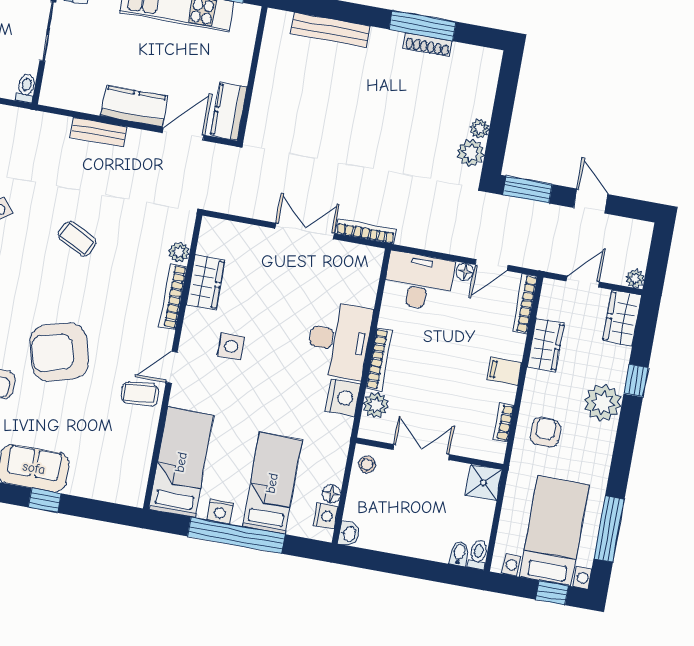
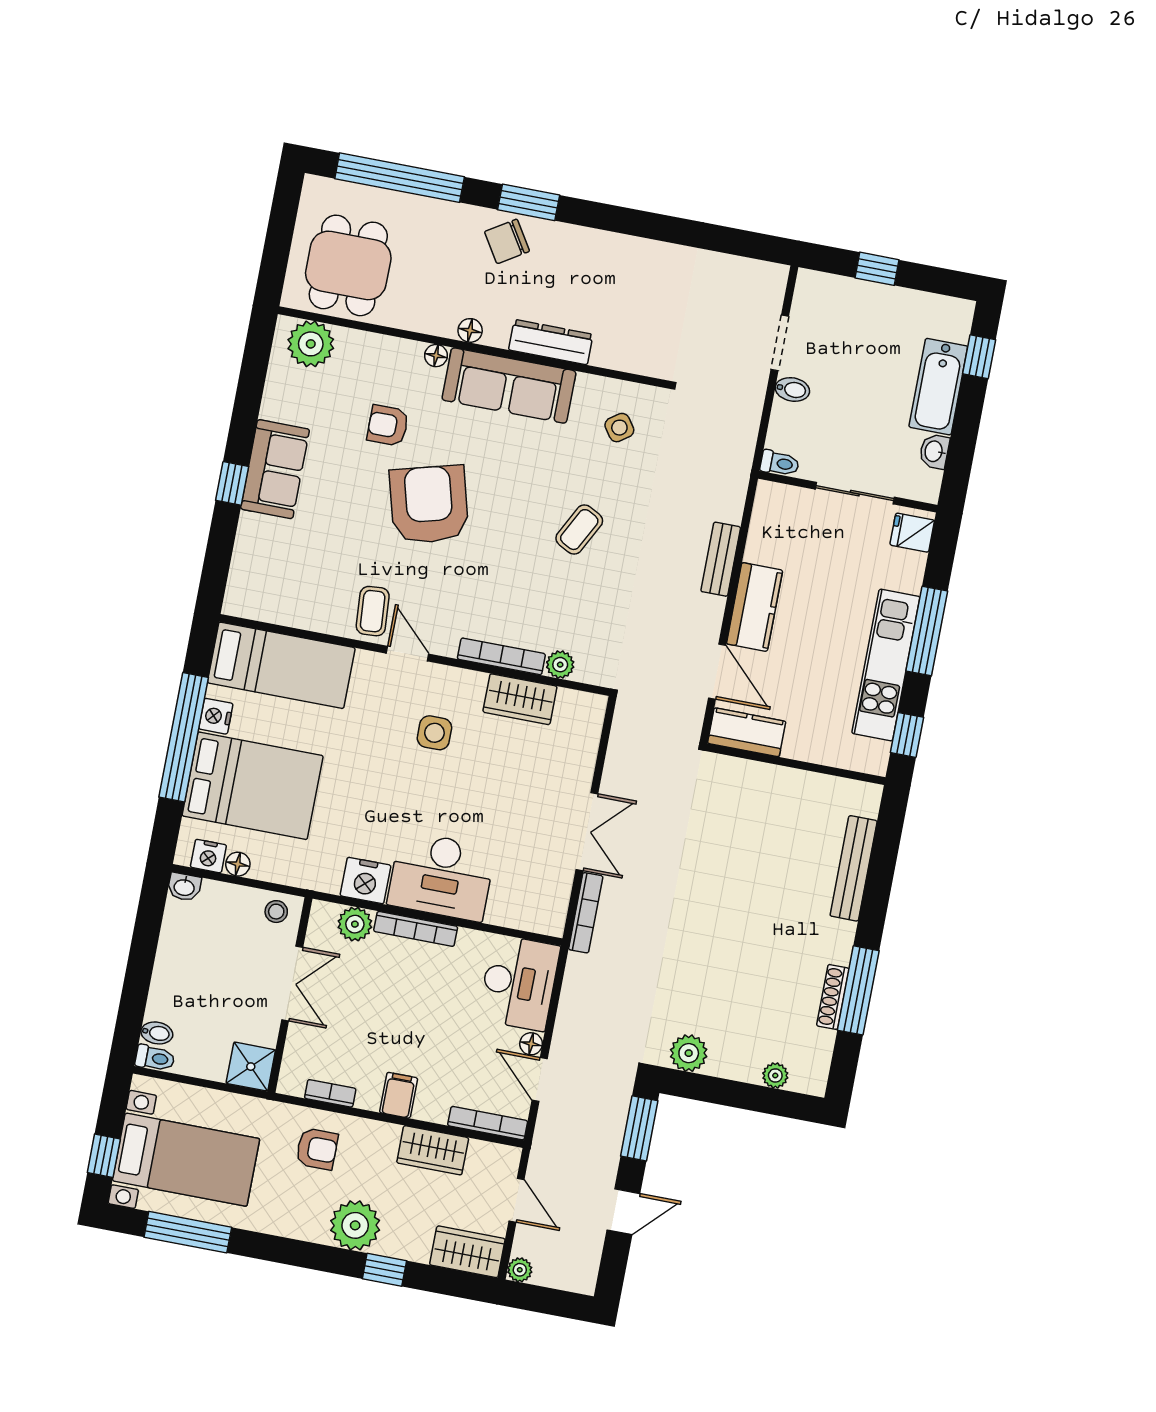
plant: (480, 128) -> (775, 1075), moved
bed: (272, 483) -> (253, 786), width x1.50

